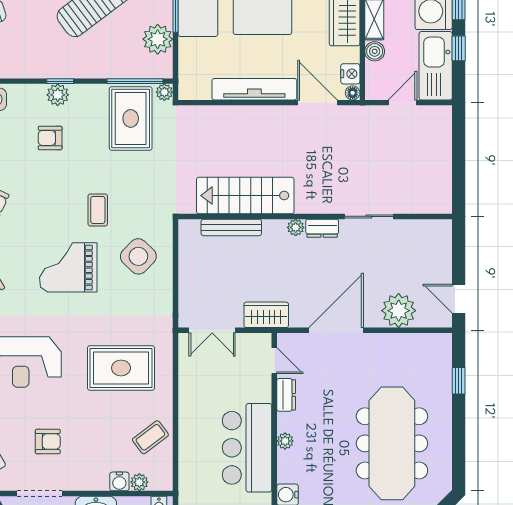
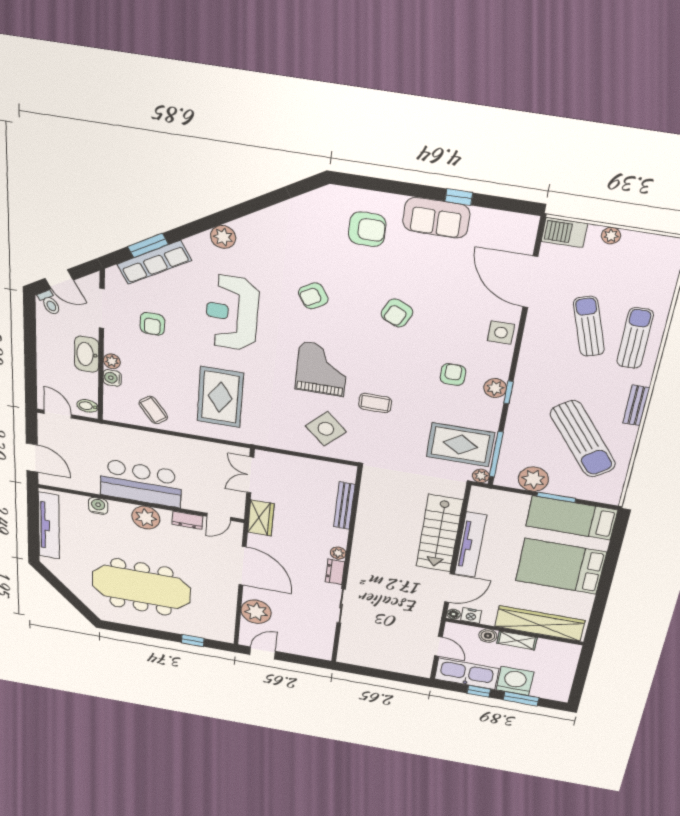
stairs: (245, 196) -> (439, 533), moved, turned 180
plant: (285, 441) -> (146, 518), width x1.88, depth x1.88
plant: (139, 482) -> (112, 361), moved

